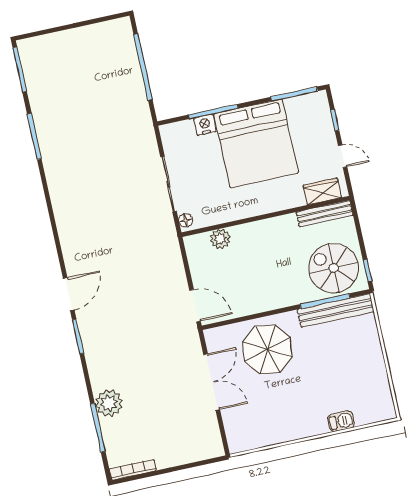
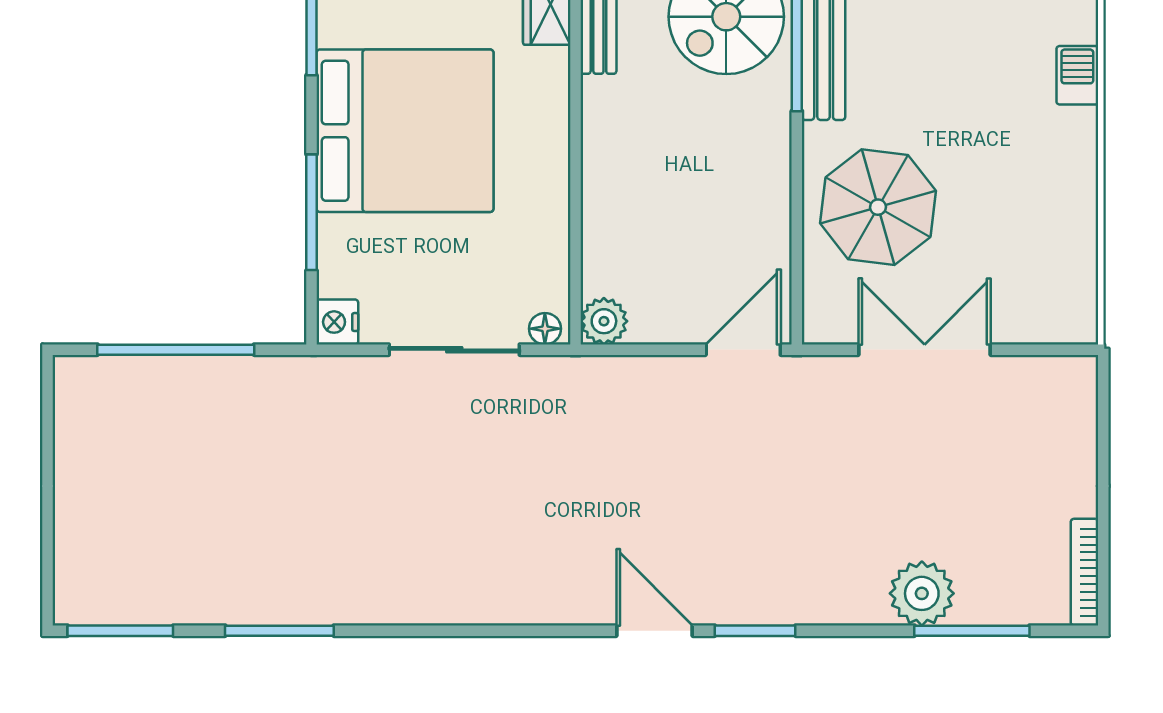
nightstand: (205, 125) -> (337, 322), moved
plant: (220, 239) -> (604, 321), moved

